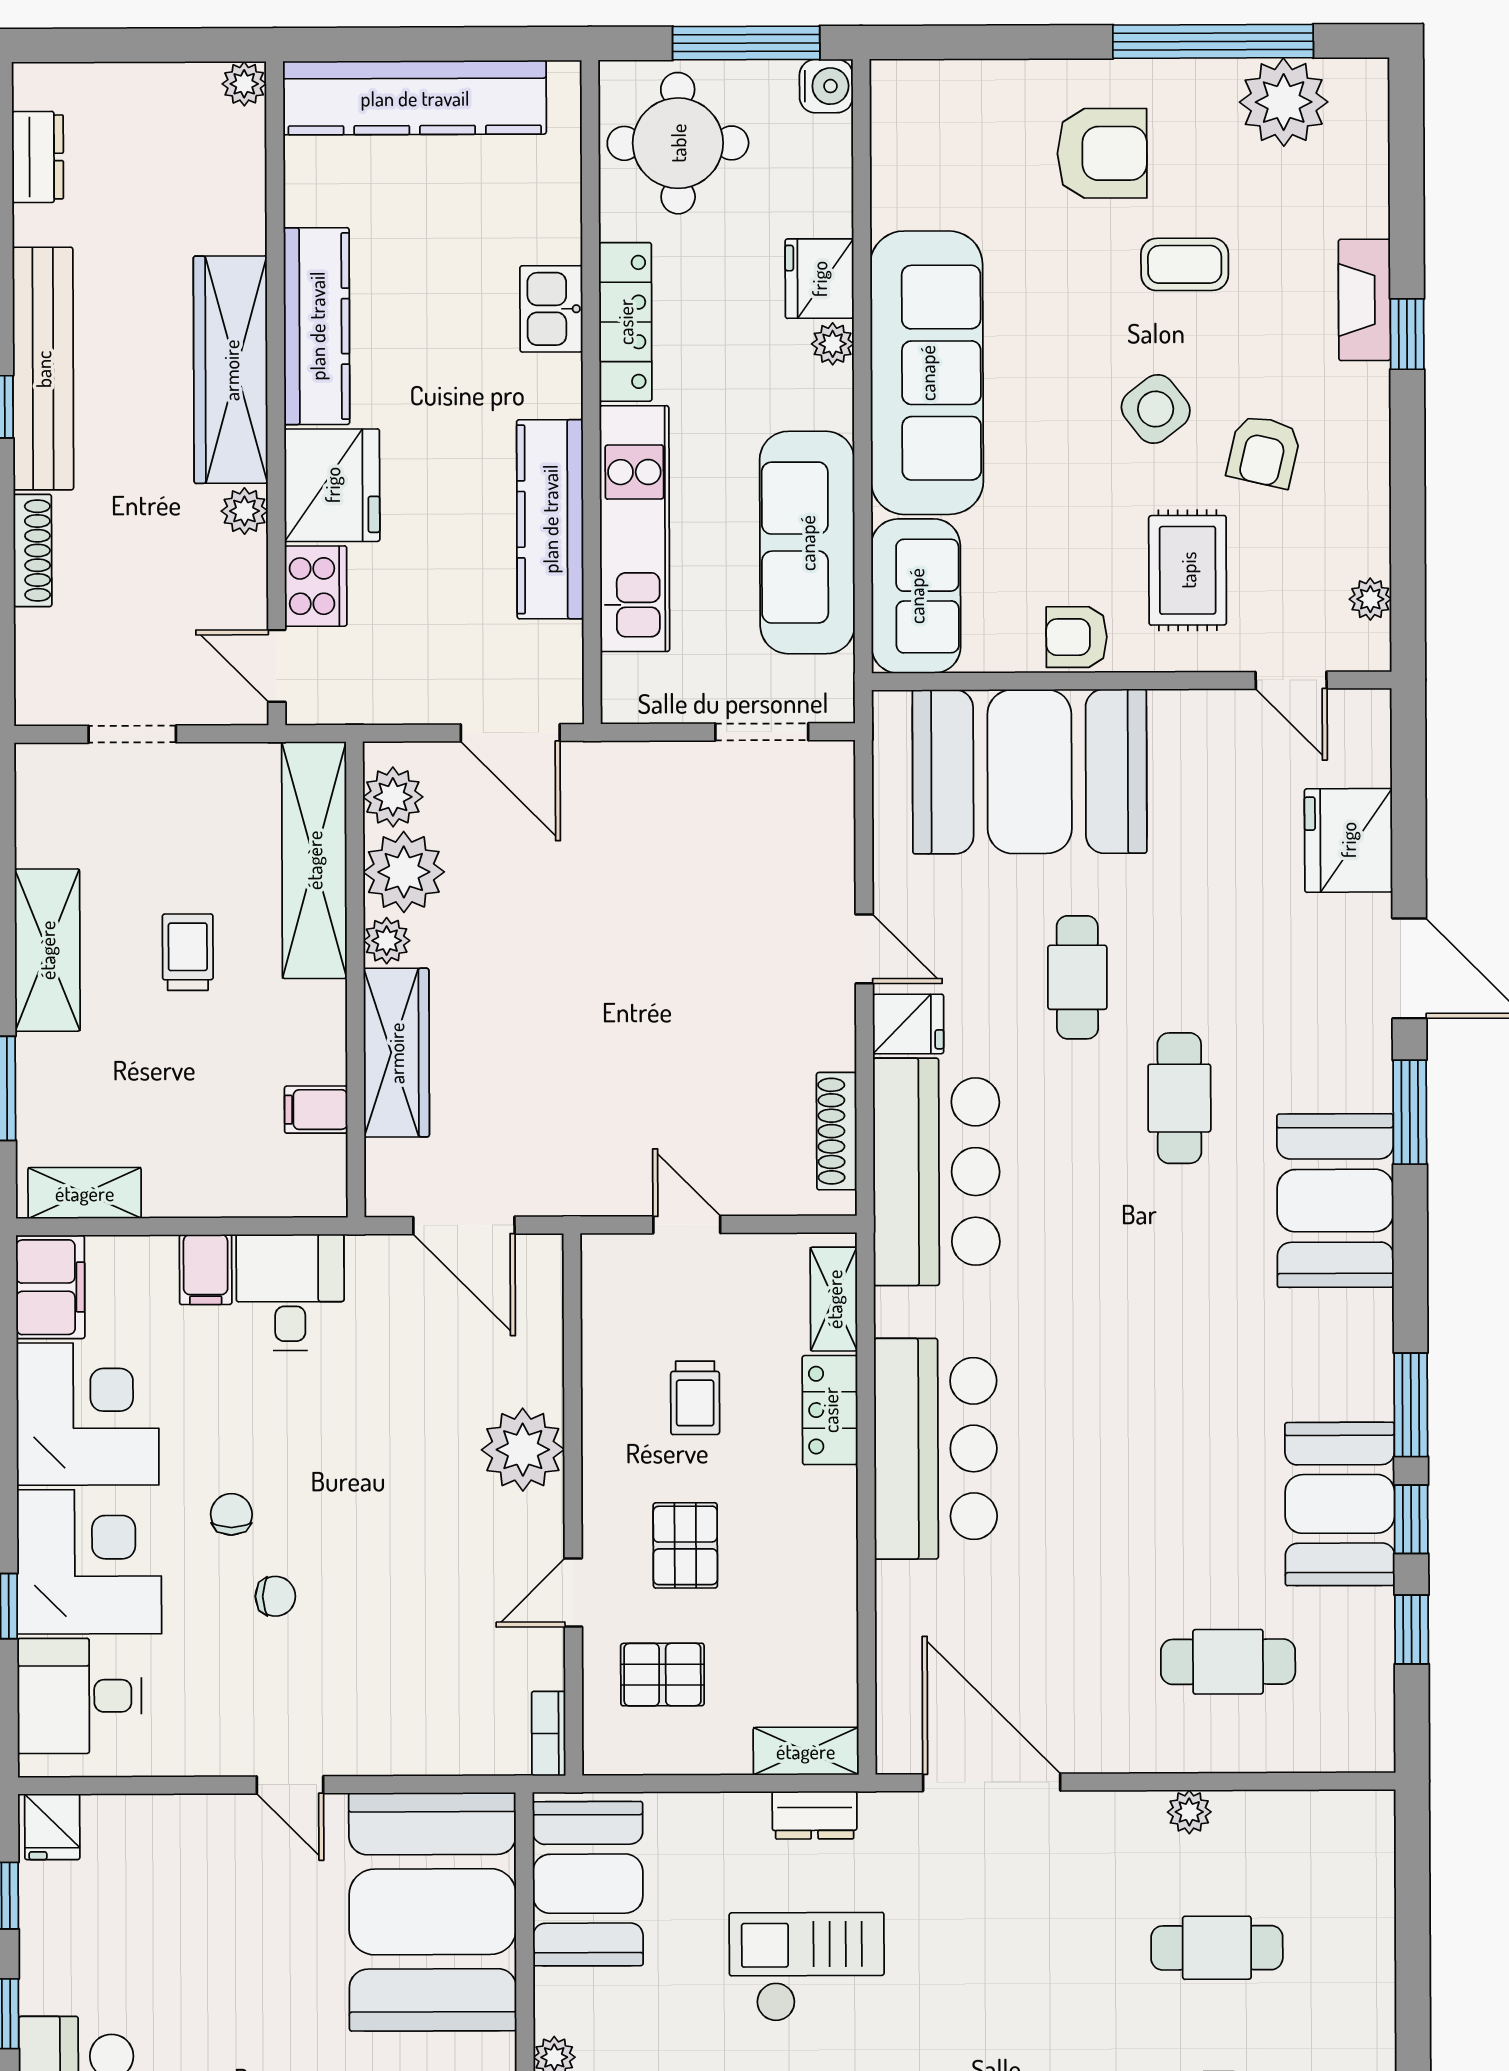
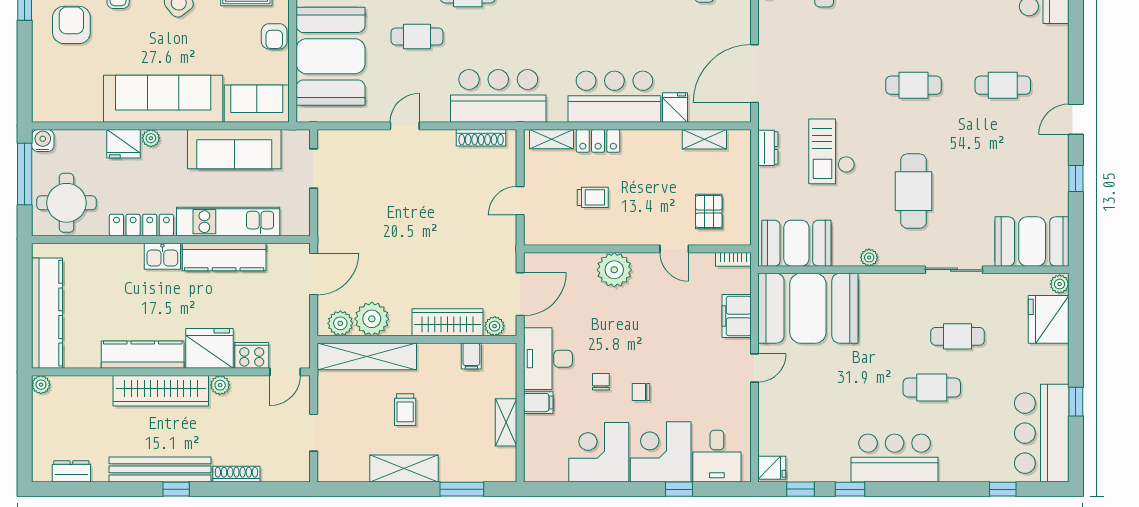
kitchen sink: (551, 309) -> (162, 256), moved
plant: (387, 941) -> (495, 326), moved
trolley: (188, 952) -> (405, 410), turned -90
fridge: (908, 1024) -> (675, 108), moved
shelving: (85, 1193) -> (506, 422), moved
filing cabinet: (50, 1287) -> (737, 316), moved, turned -90
desk: (290, 1292) -> (548, 359), width x1.37
pallet: (685, 1545) -> (655, 202), removed
chair: (275, 1596) -> (601, 382), moved
shelving: (806, 1751) -> (704, 139), moved, turned 90

